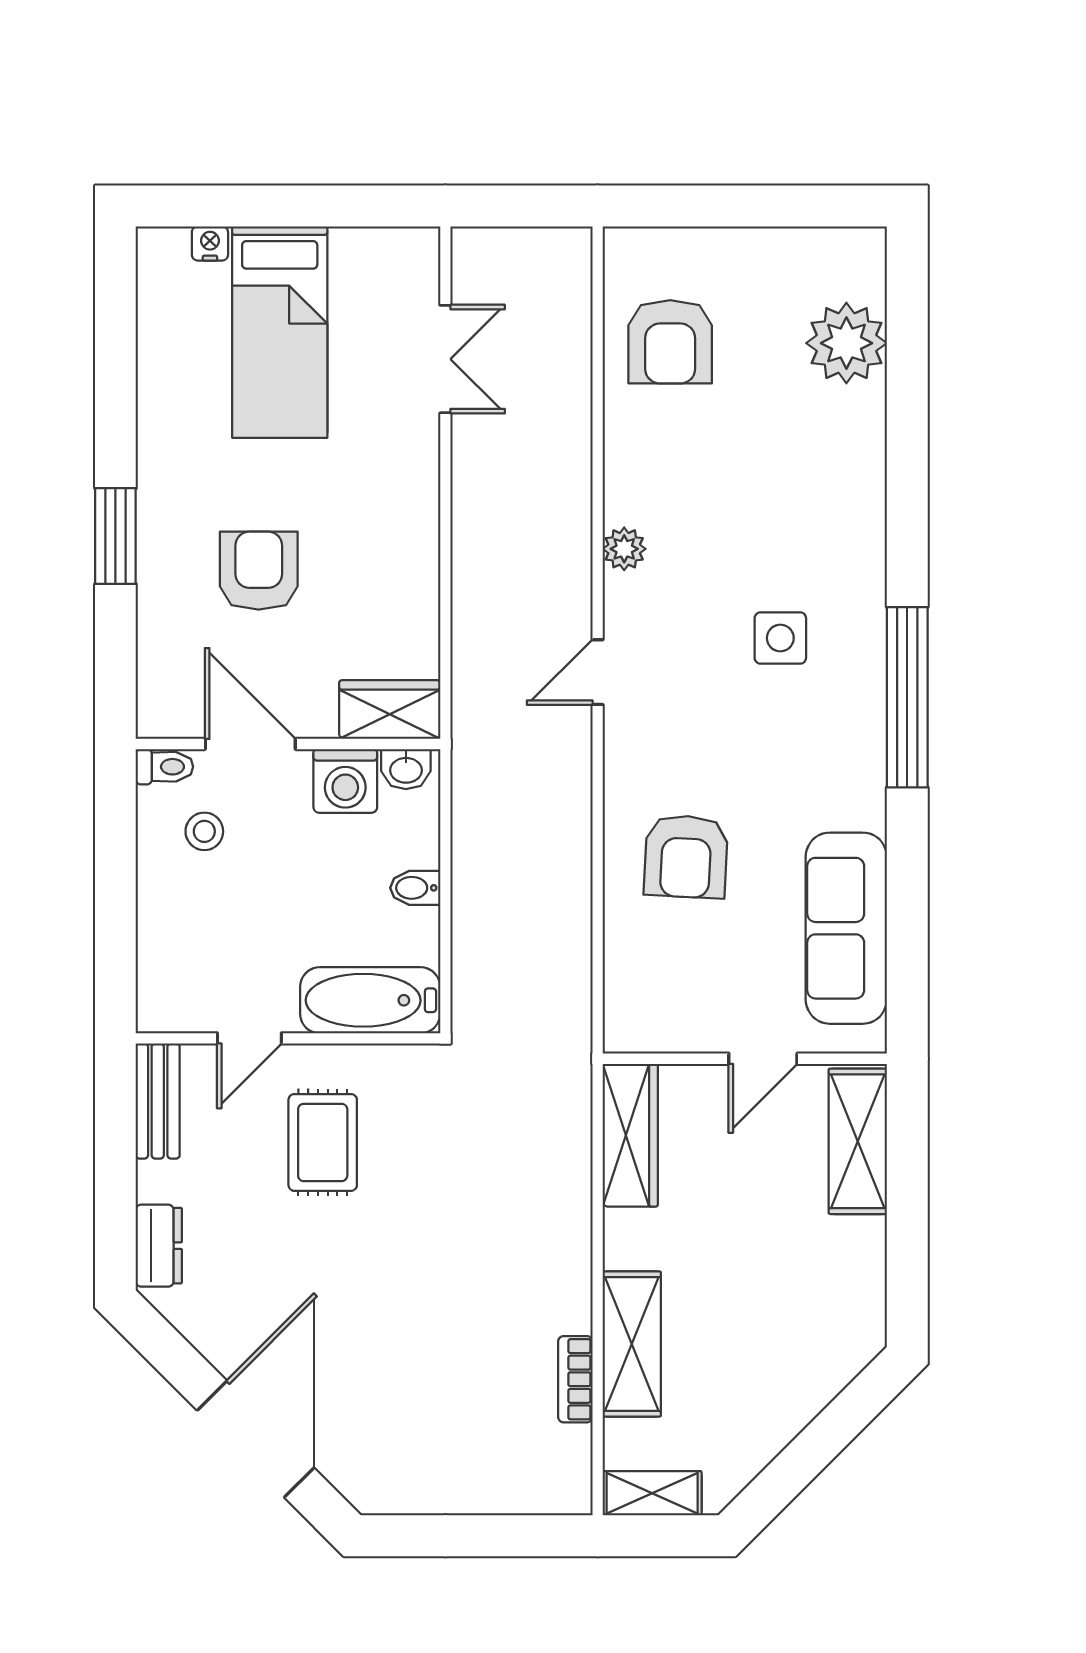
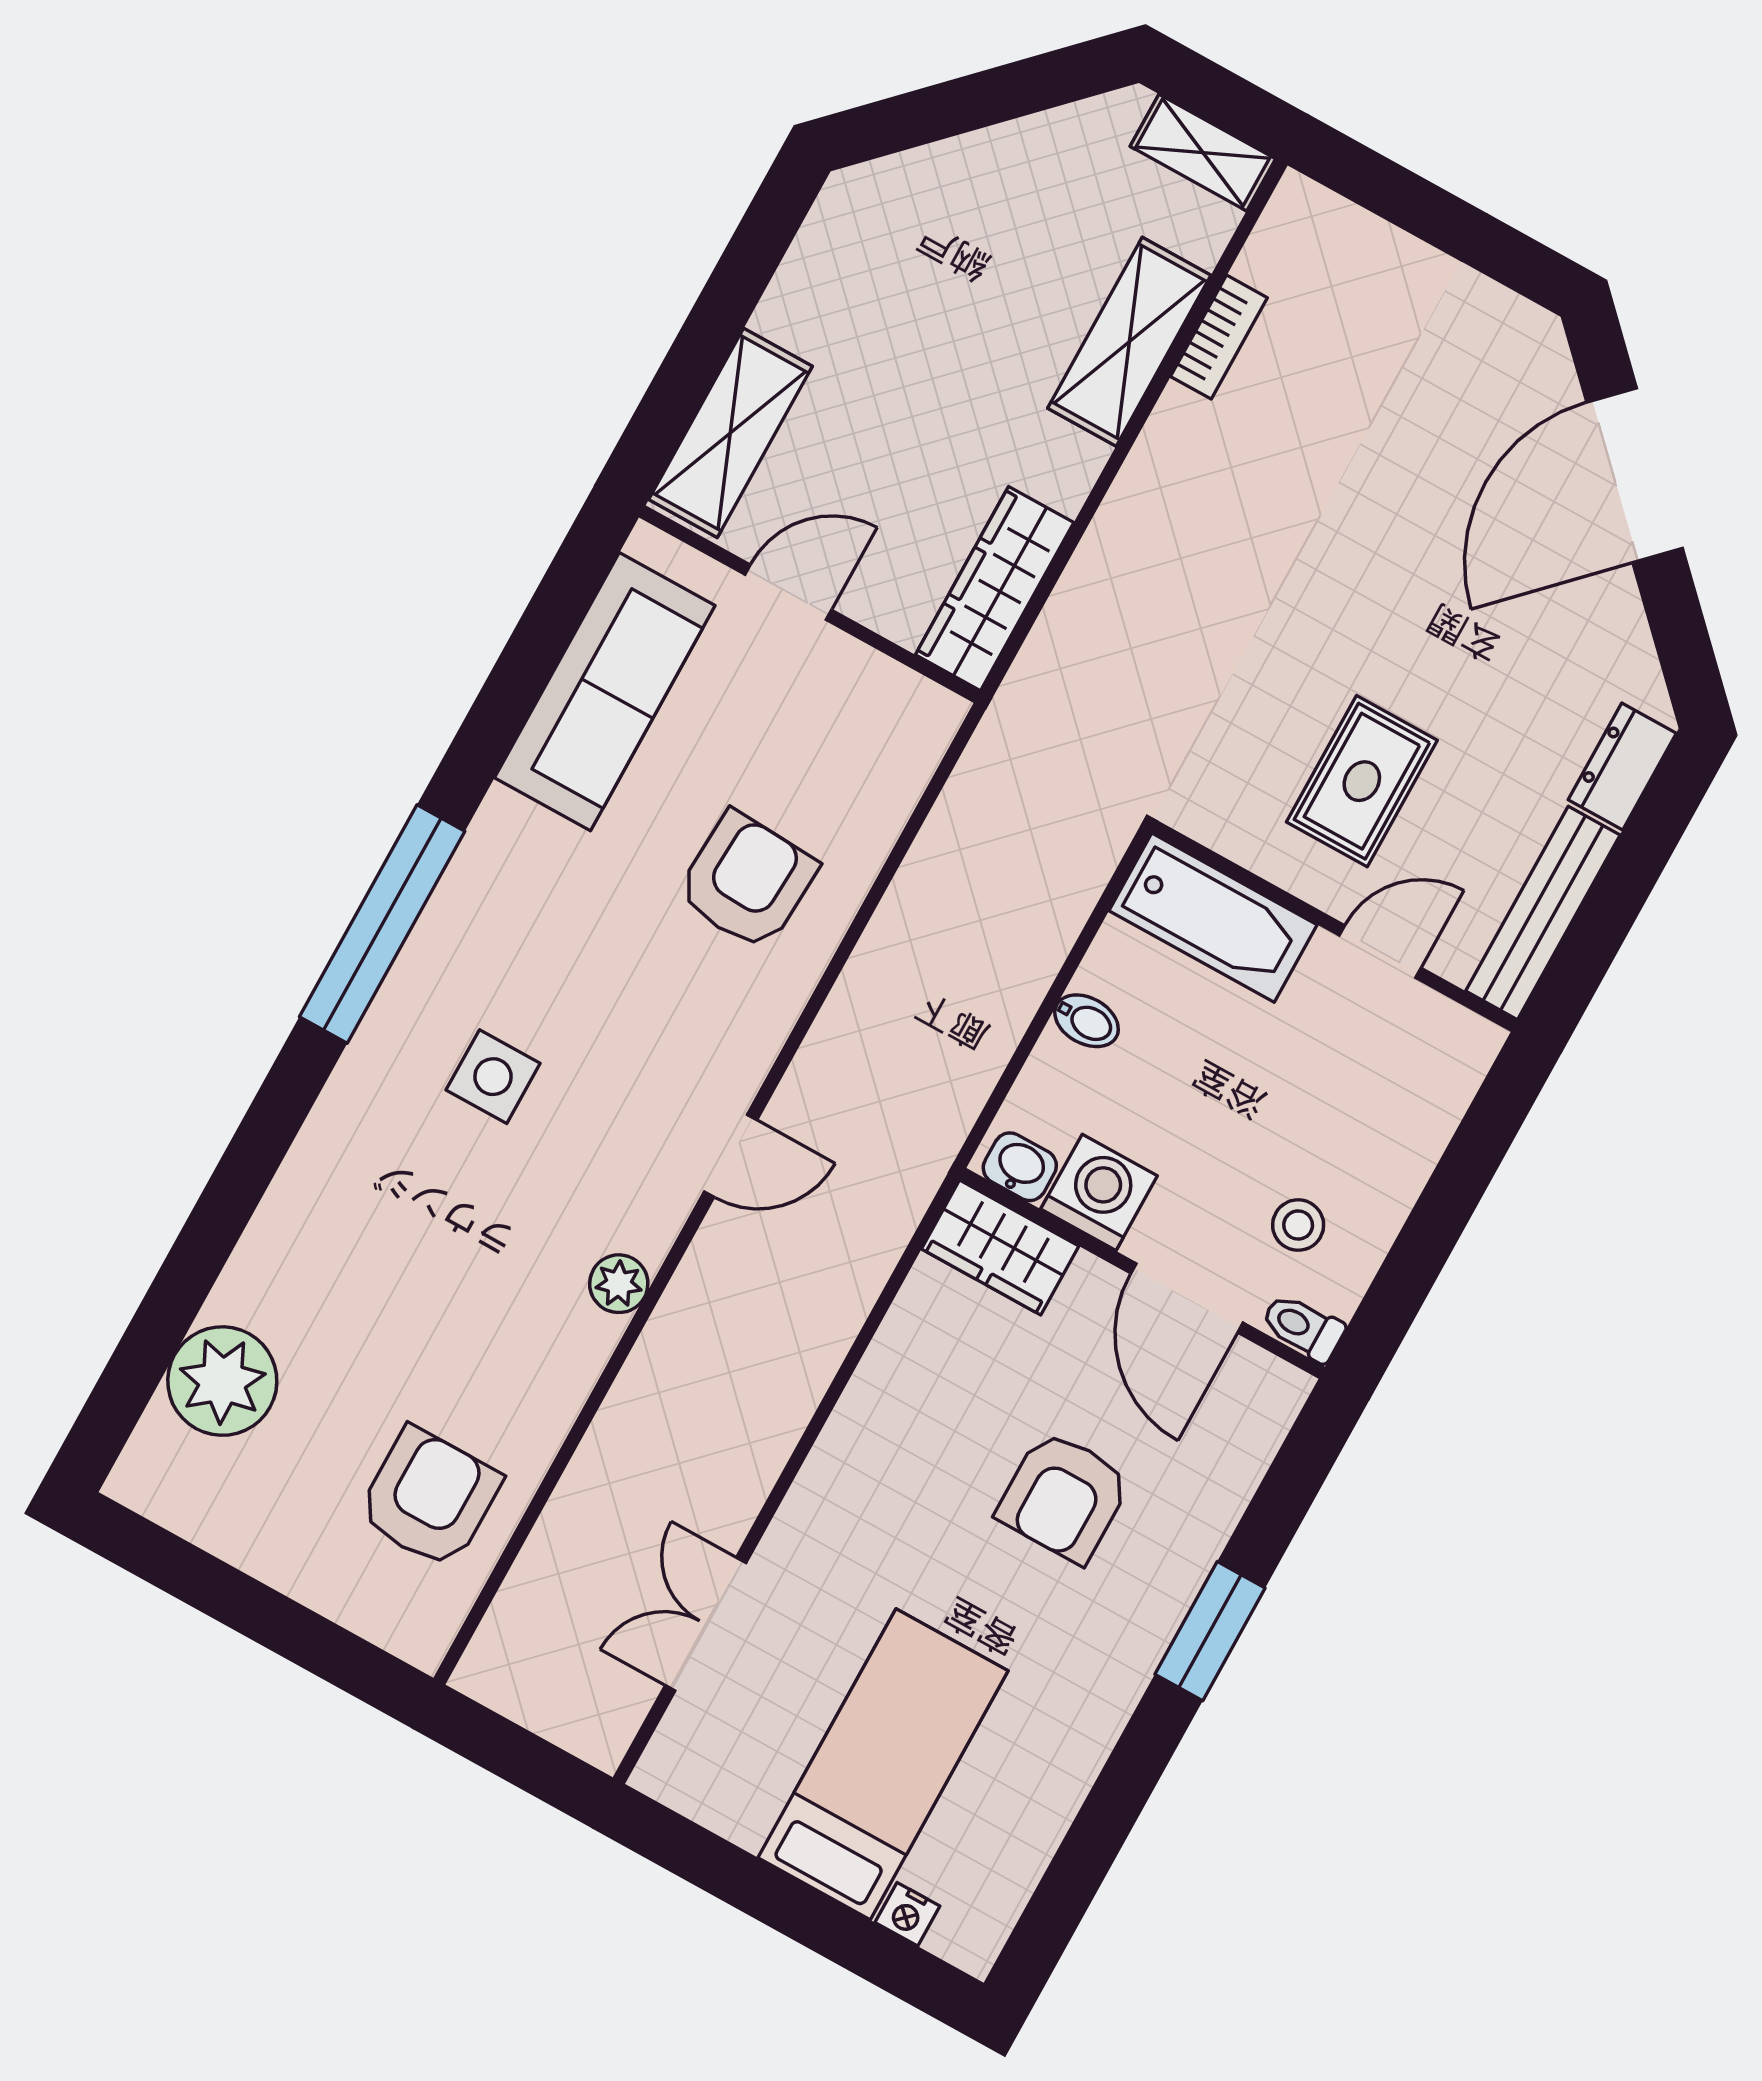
bench: (158, 1101) -> (1543, 913), width x1.36

